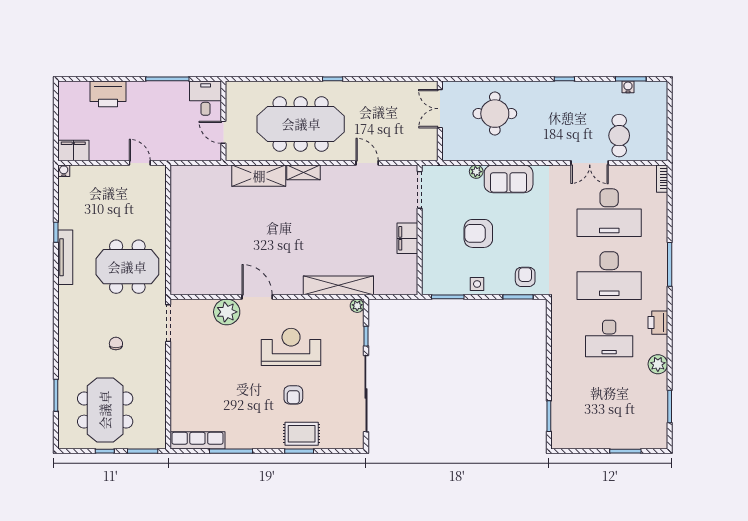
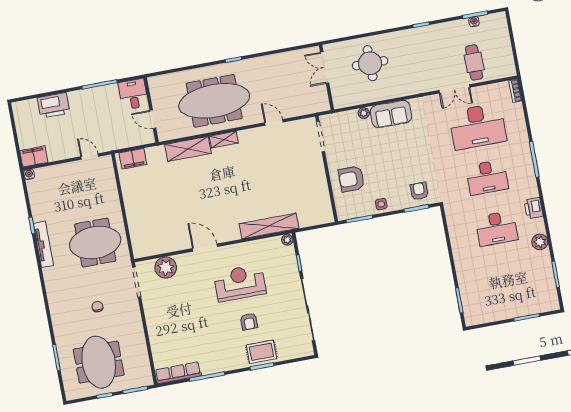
armchair: (478, 233) -> (351, 179), moved
filing cabinet: (407, 238) -> (133, 159), moved, turned -90
desk: (609, 276) -> (487, 177), width x0.73, depth x0.77
plant: (227, 312) -> (166, 267), moved

